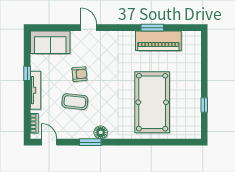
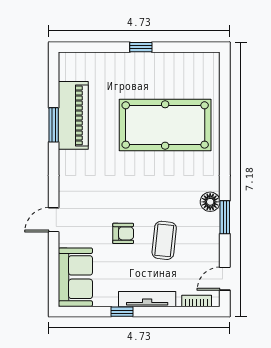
armchair: (80, 74) -> (123, 233), turned 95
window: (204, 105) -> (141, 47), moved

